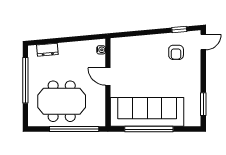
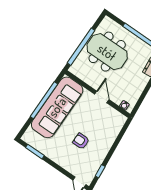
armchair: (176, 52) -> (81, 141), moved
door: (108, 77) -> (102, 97), hinge flipped
meeting table: (62, 101) -> (107, 52), turned 90

